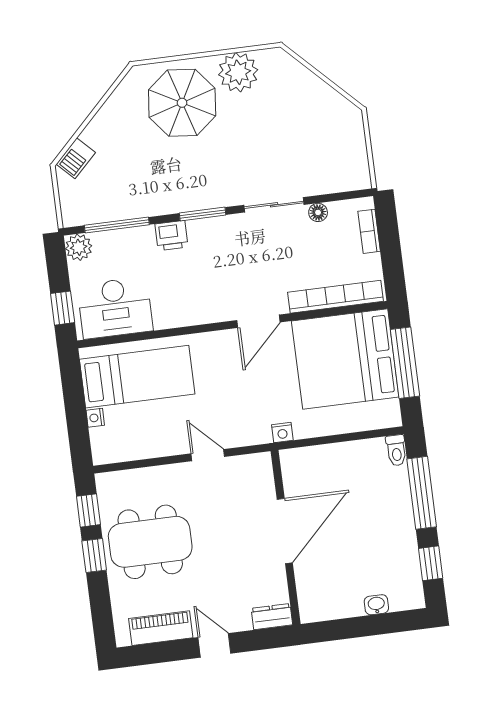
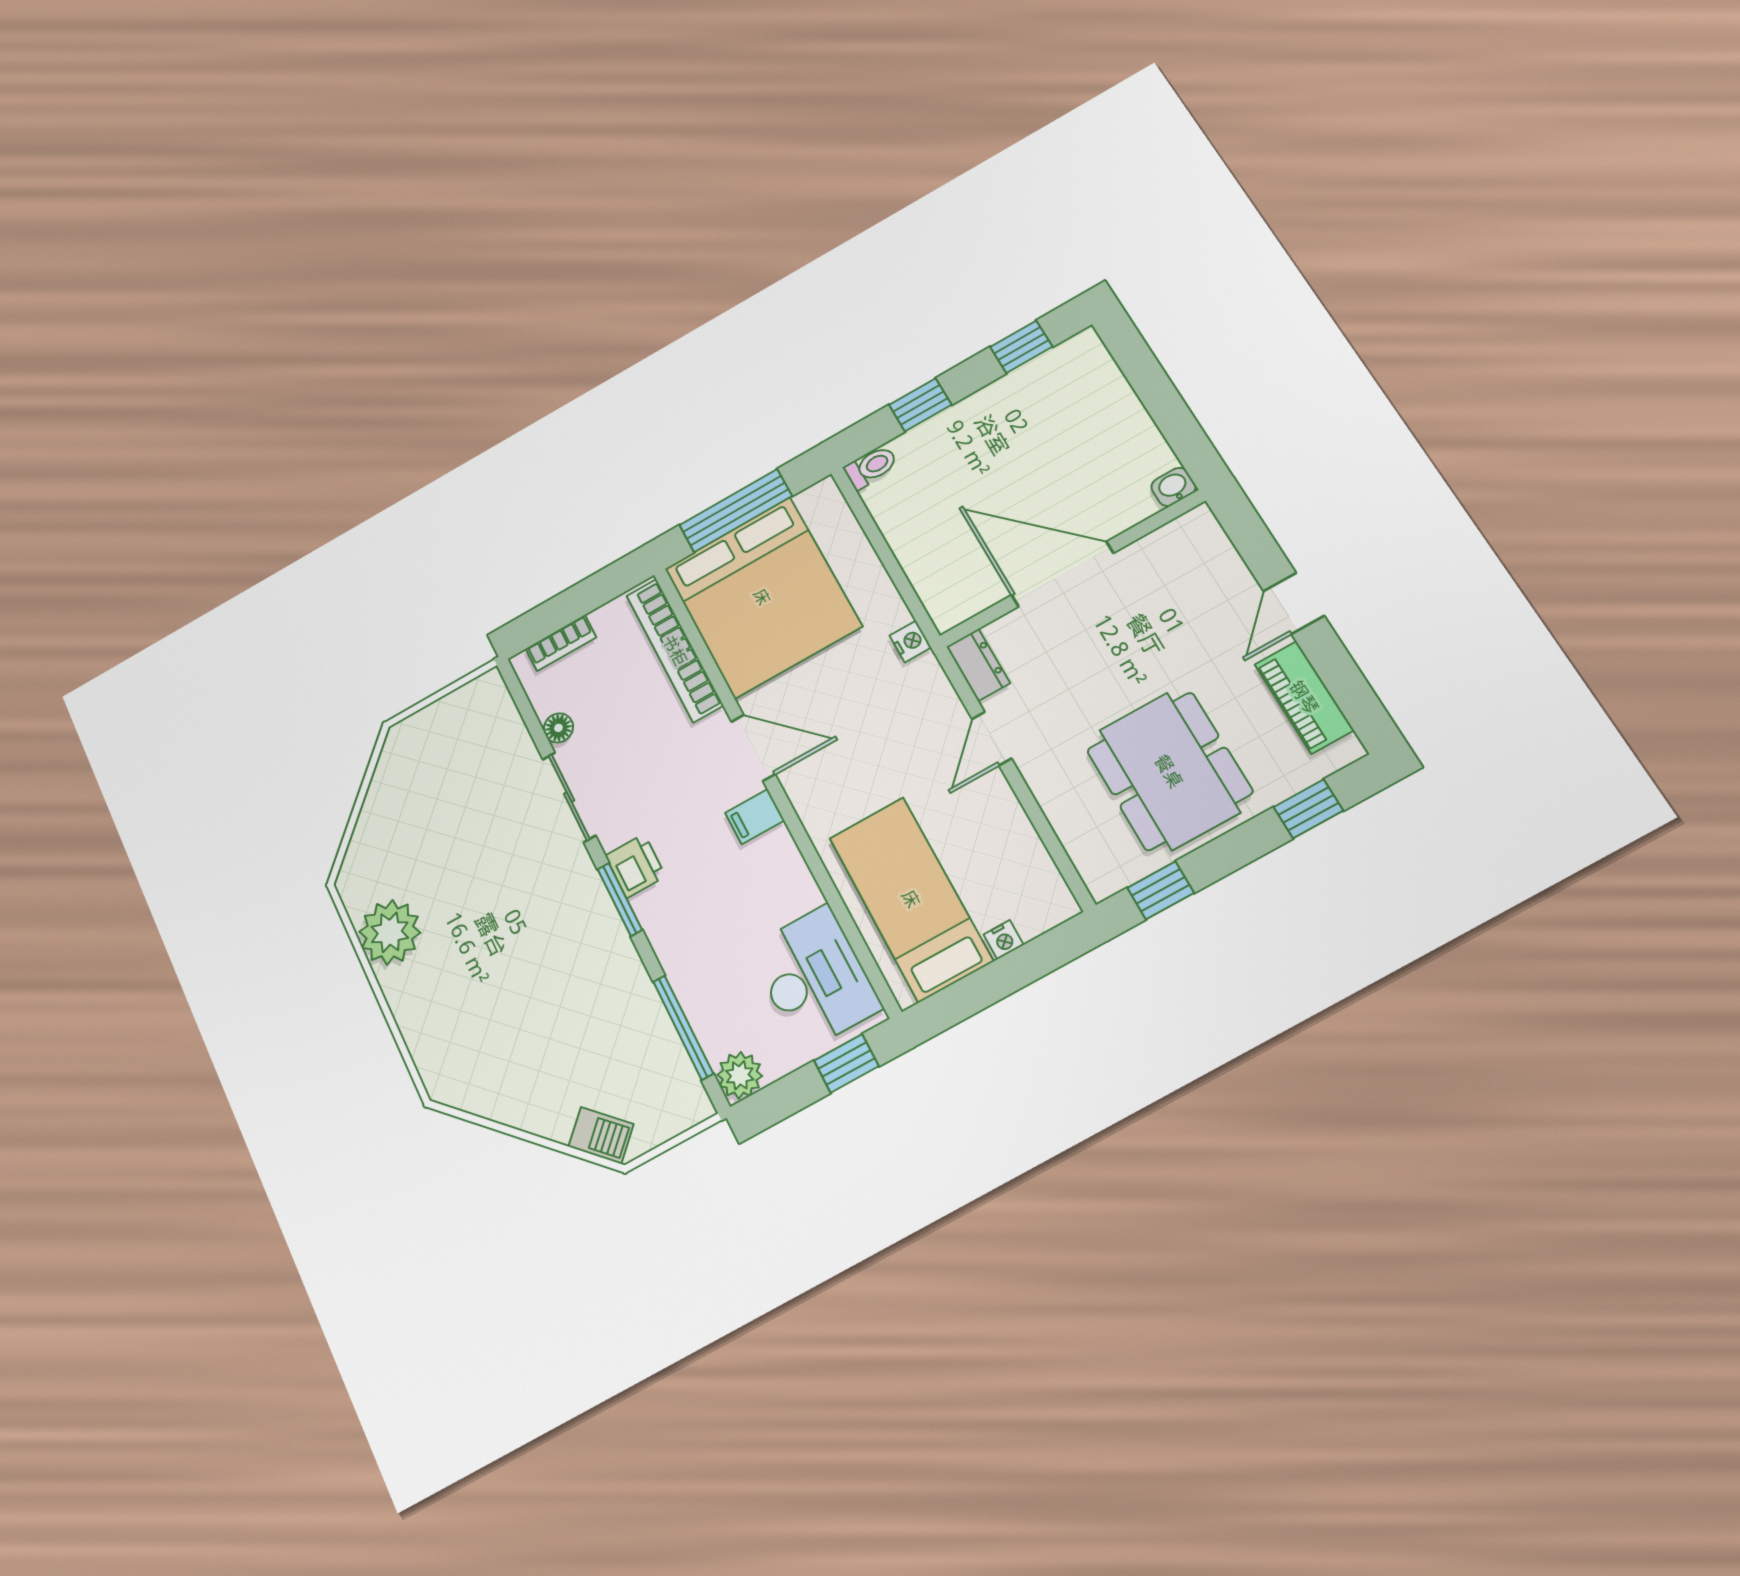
parasol: (182, 103) -> (462, 1000), removed
printer: (172, 236) -> (635, 866), moved
filing cabinet: (218, 308) -> (755, 817), added
window: (422, 493) -> (920, 405), width x0.46
window: (94, 556) -> (1308, 809), moved
washbasin: (376, 605) -> (1173, 487), moved, turned 90
dresser: (272, 617) -> (978, 665), moved, turned 180

